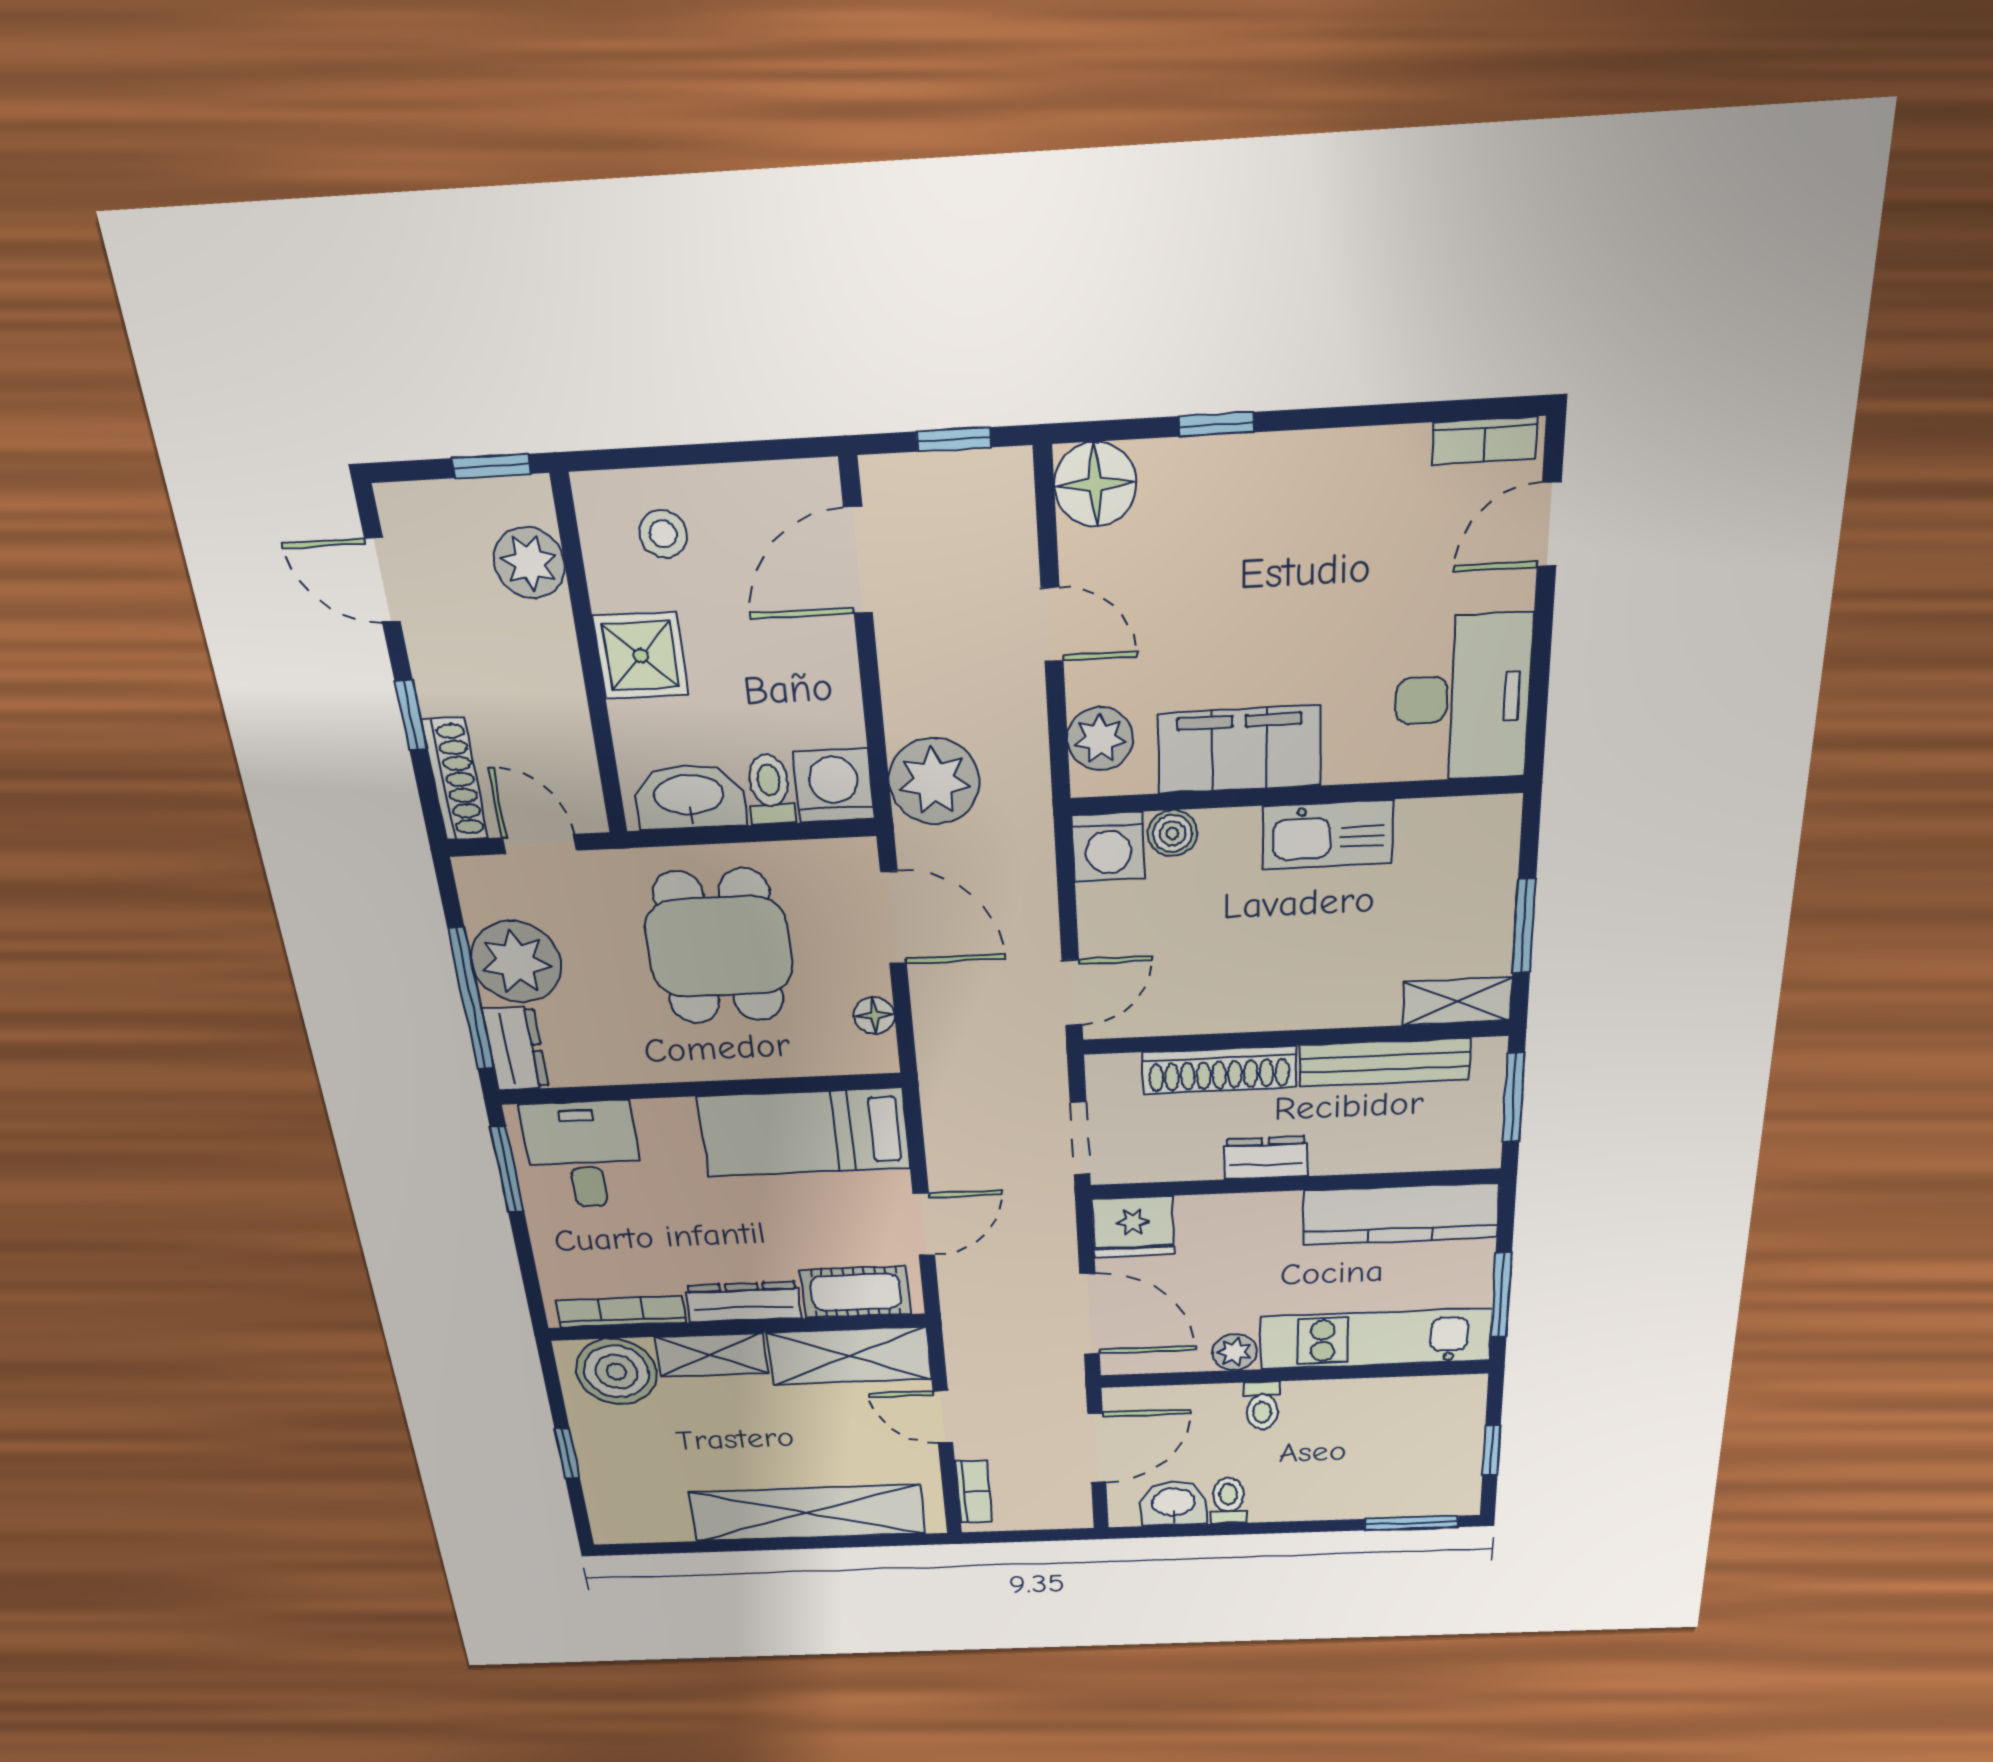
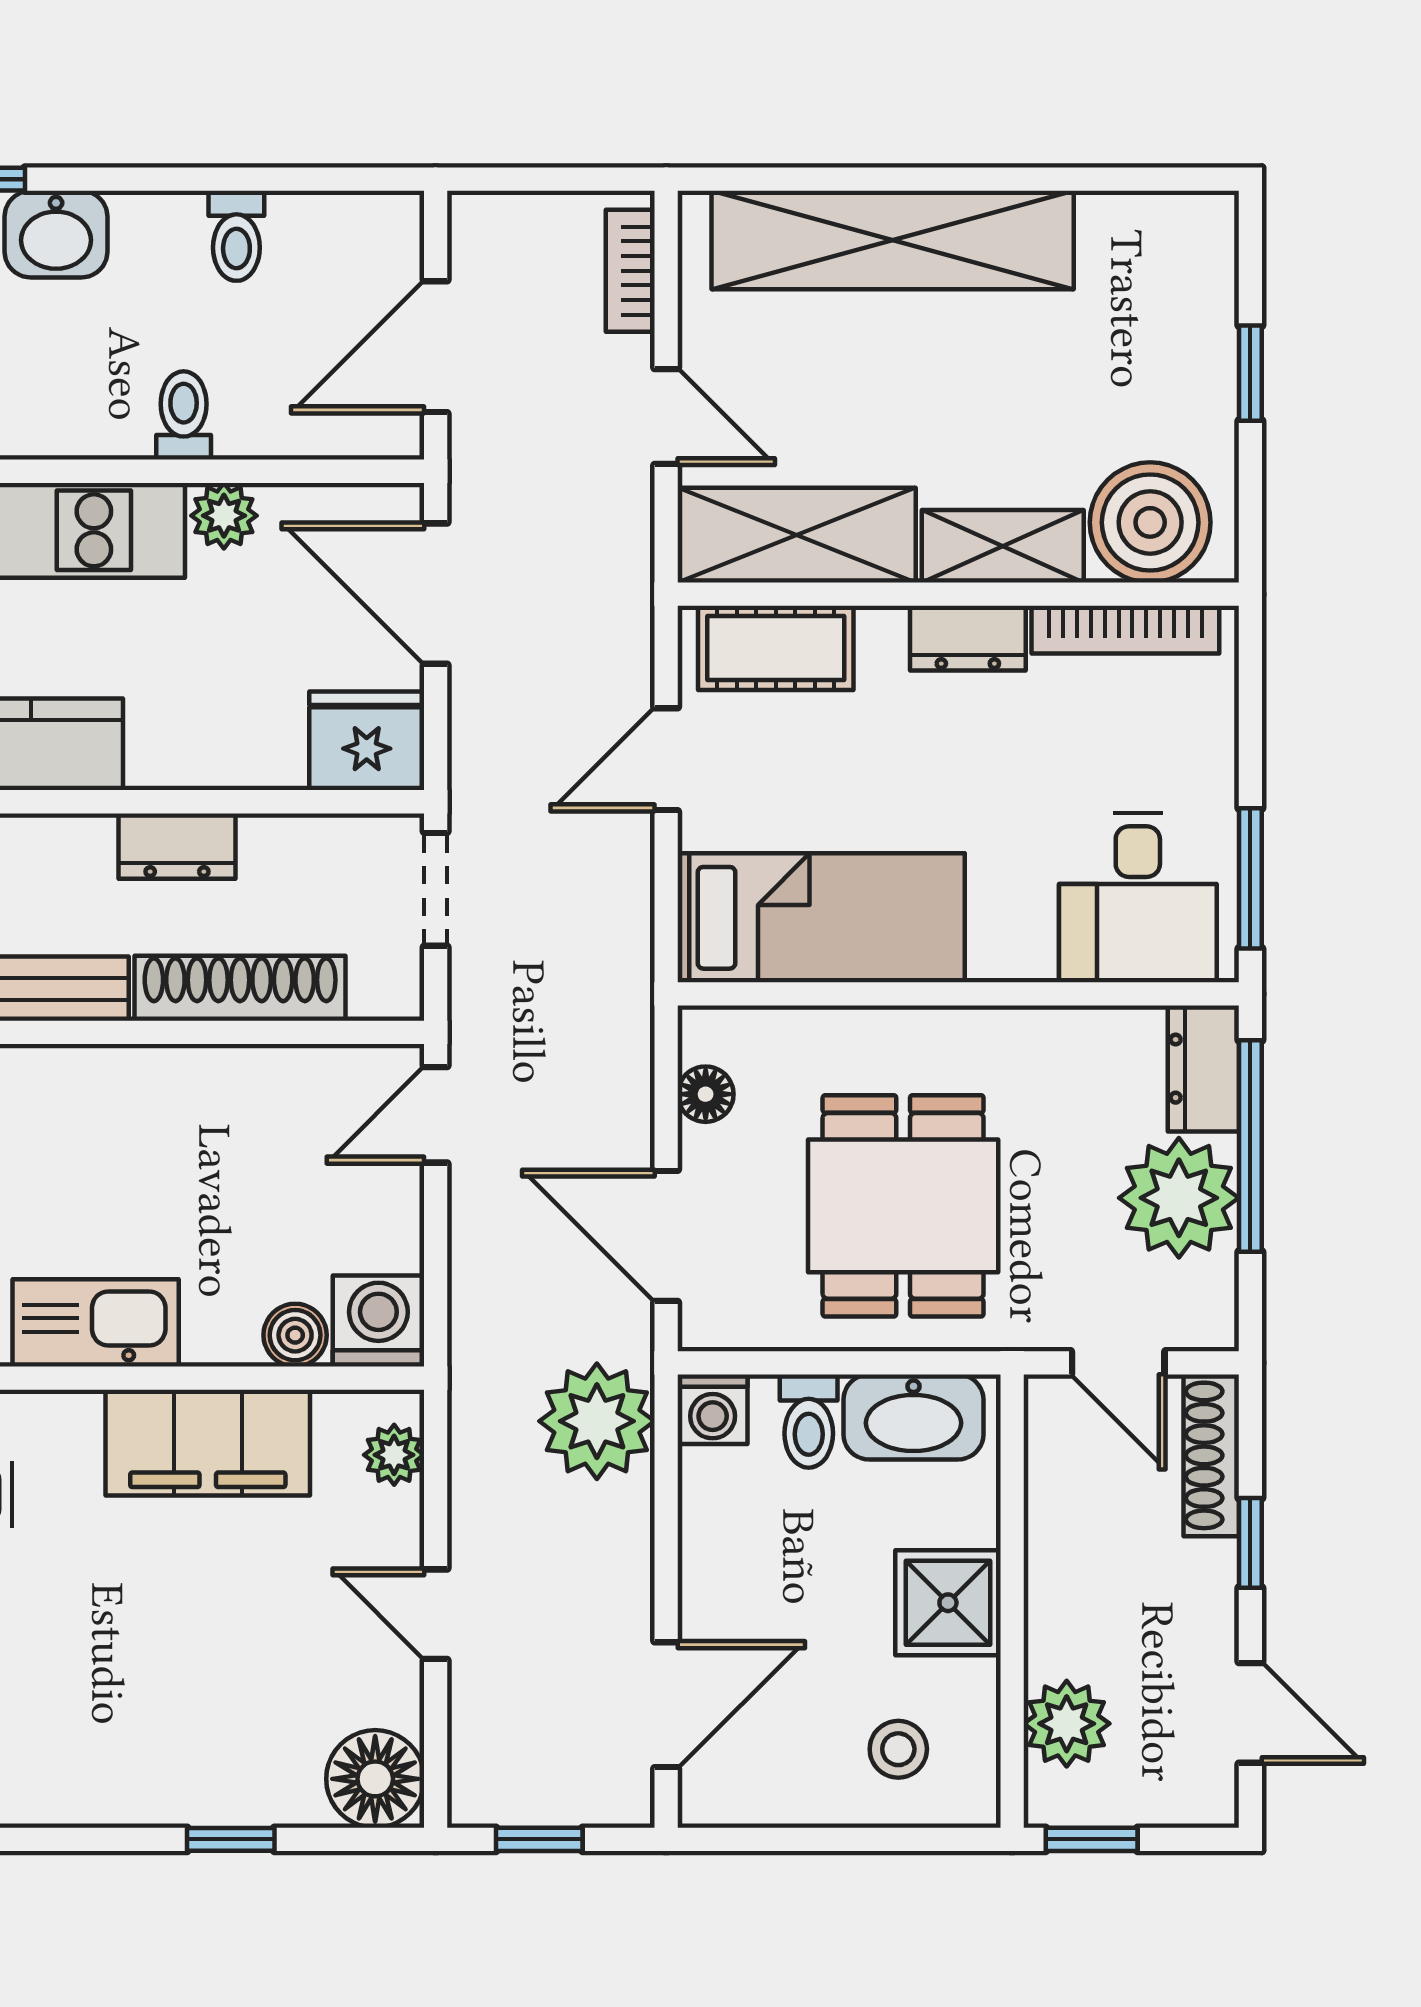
plant: (1100, 739) -> (394, 1455), width x0.73, depth x0.73
washing machine: (834, 785) -> (713, 1409), width x0.73, depth x0.73
dresser: (744, 1302) -> (968, 638), width x0.70
washbasin: (1174, 1503) -> (56, 234), moved

